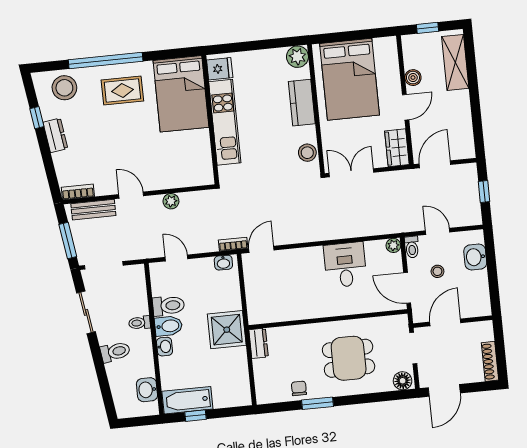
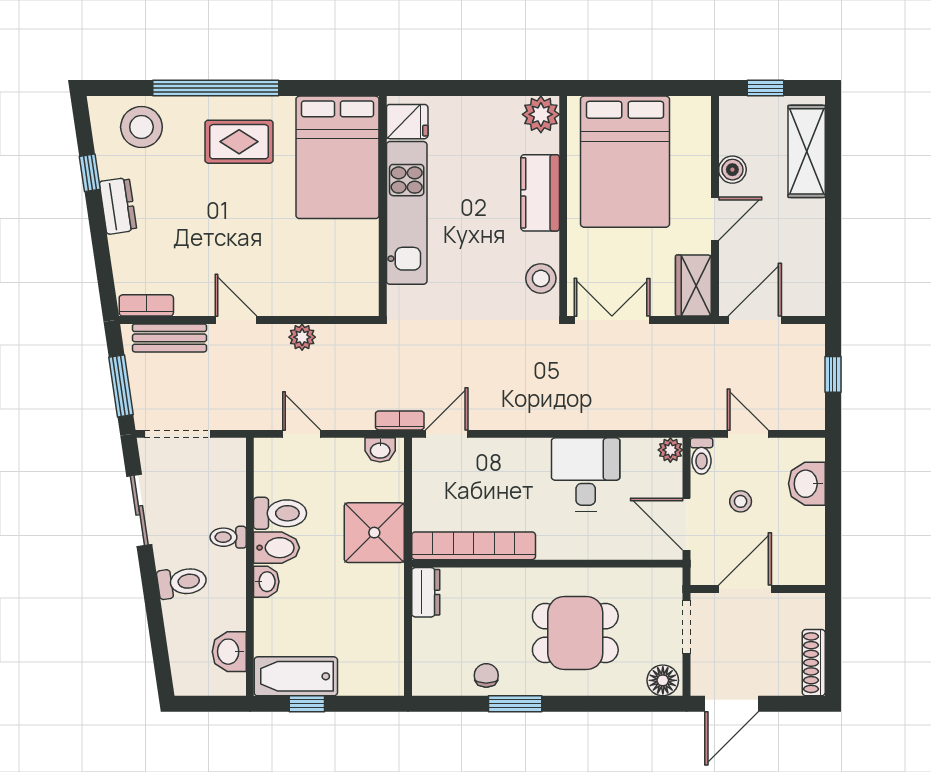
bookcase: (284, 313) -> (474, 546), added
shower: (227, 330) -> (374, 533), moved

